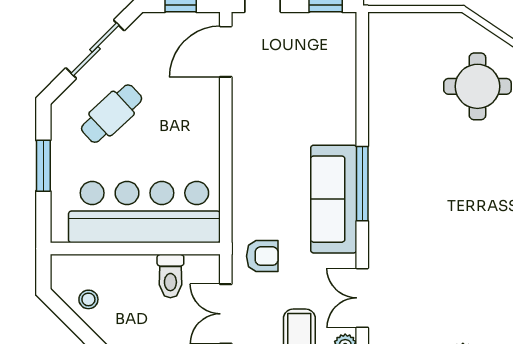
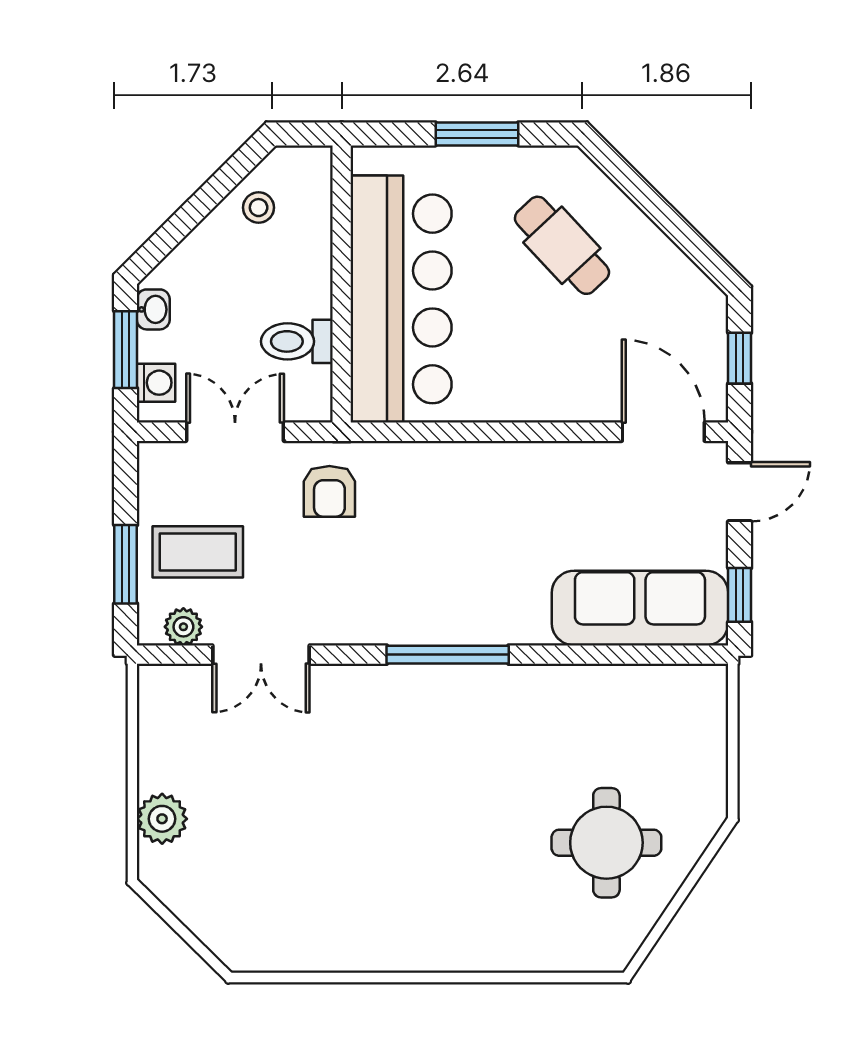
sliding door: (95, 49) -> (667, 218), removed
sofa: (334, 199) -> (640, 608), moved
double door: (362, 298) -> (261, 655), swing flipped

